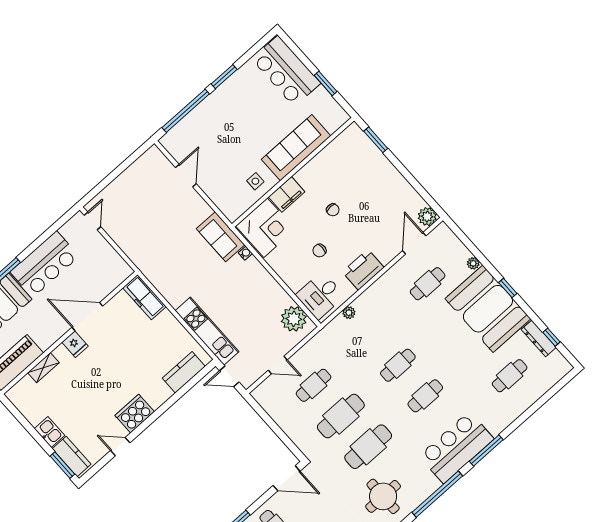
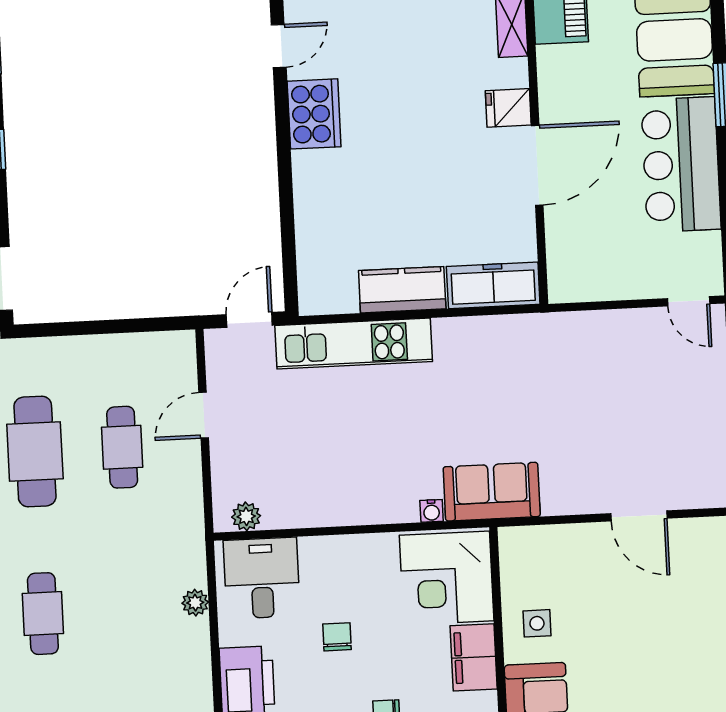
plant: (294, 319) -> (246, 516), width x0.53, depth x0.53
kitchen counter: (184, 372) -> (402, 290), moved, turned -90

